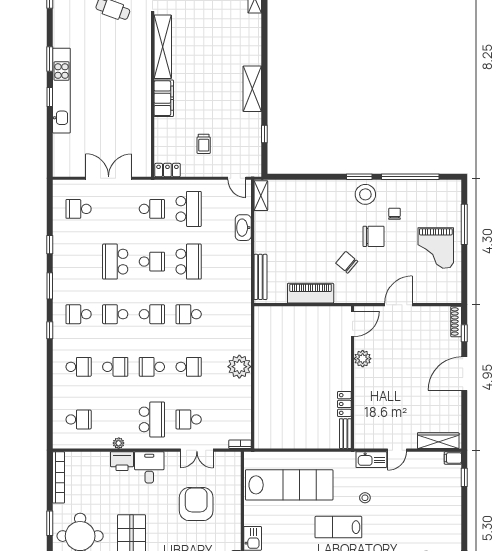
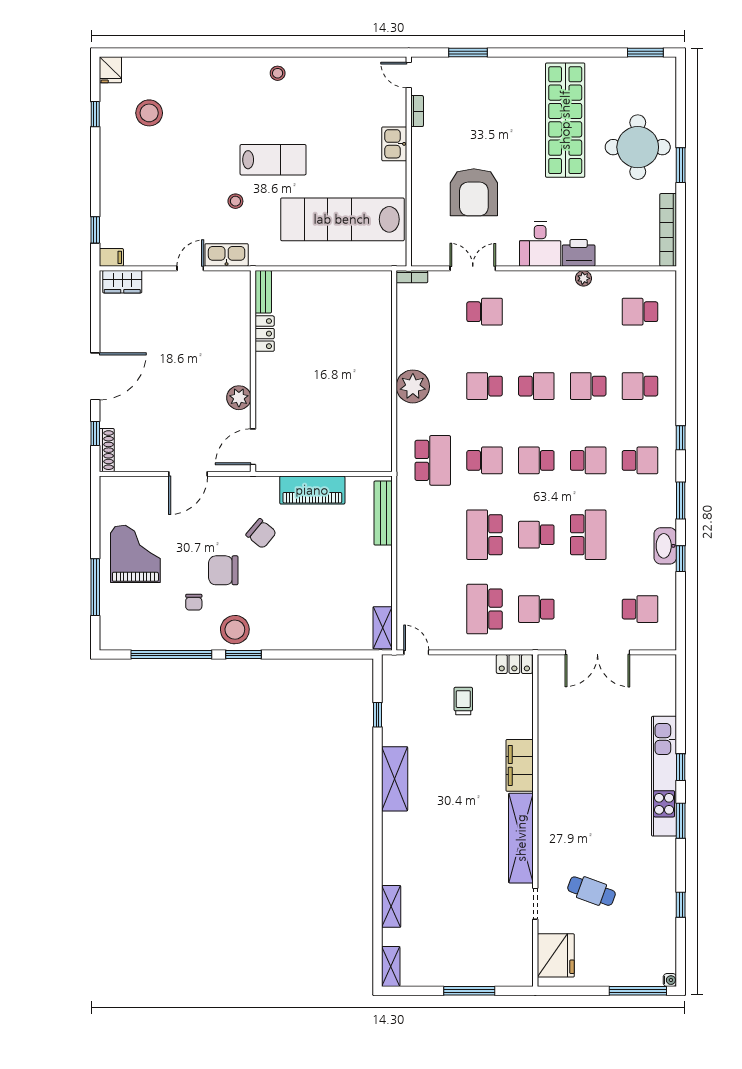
washbasin: (243, 228) -> (665, 546), moved, turned 180
school desk: (152, 419) -> (433, 460), moved, turned 180
wardrobe: (438, 441) -> (122, 282), width x0.67

